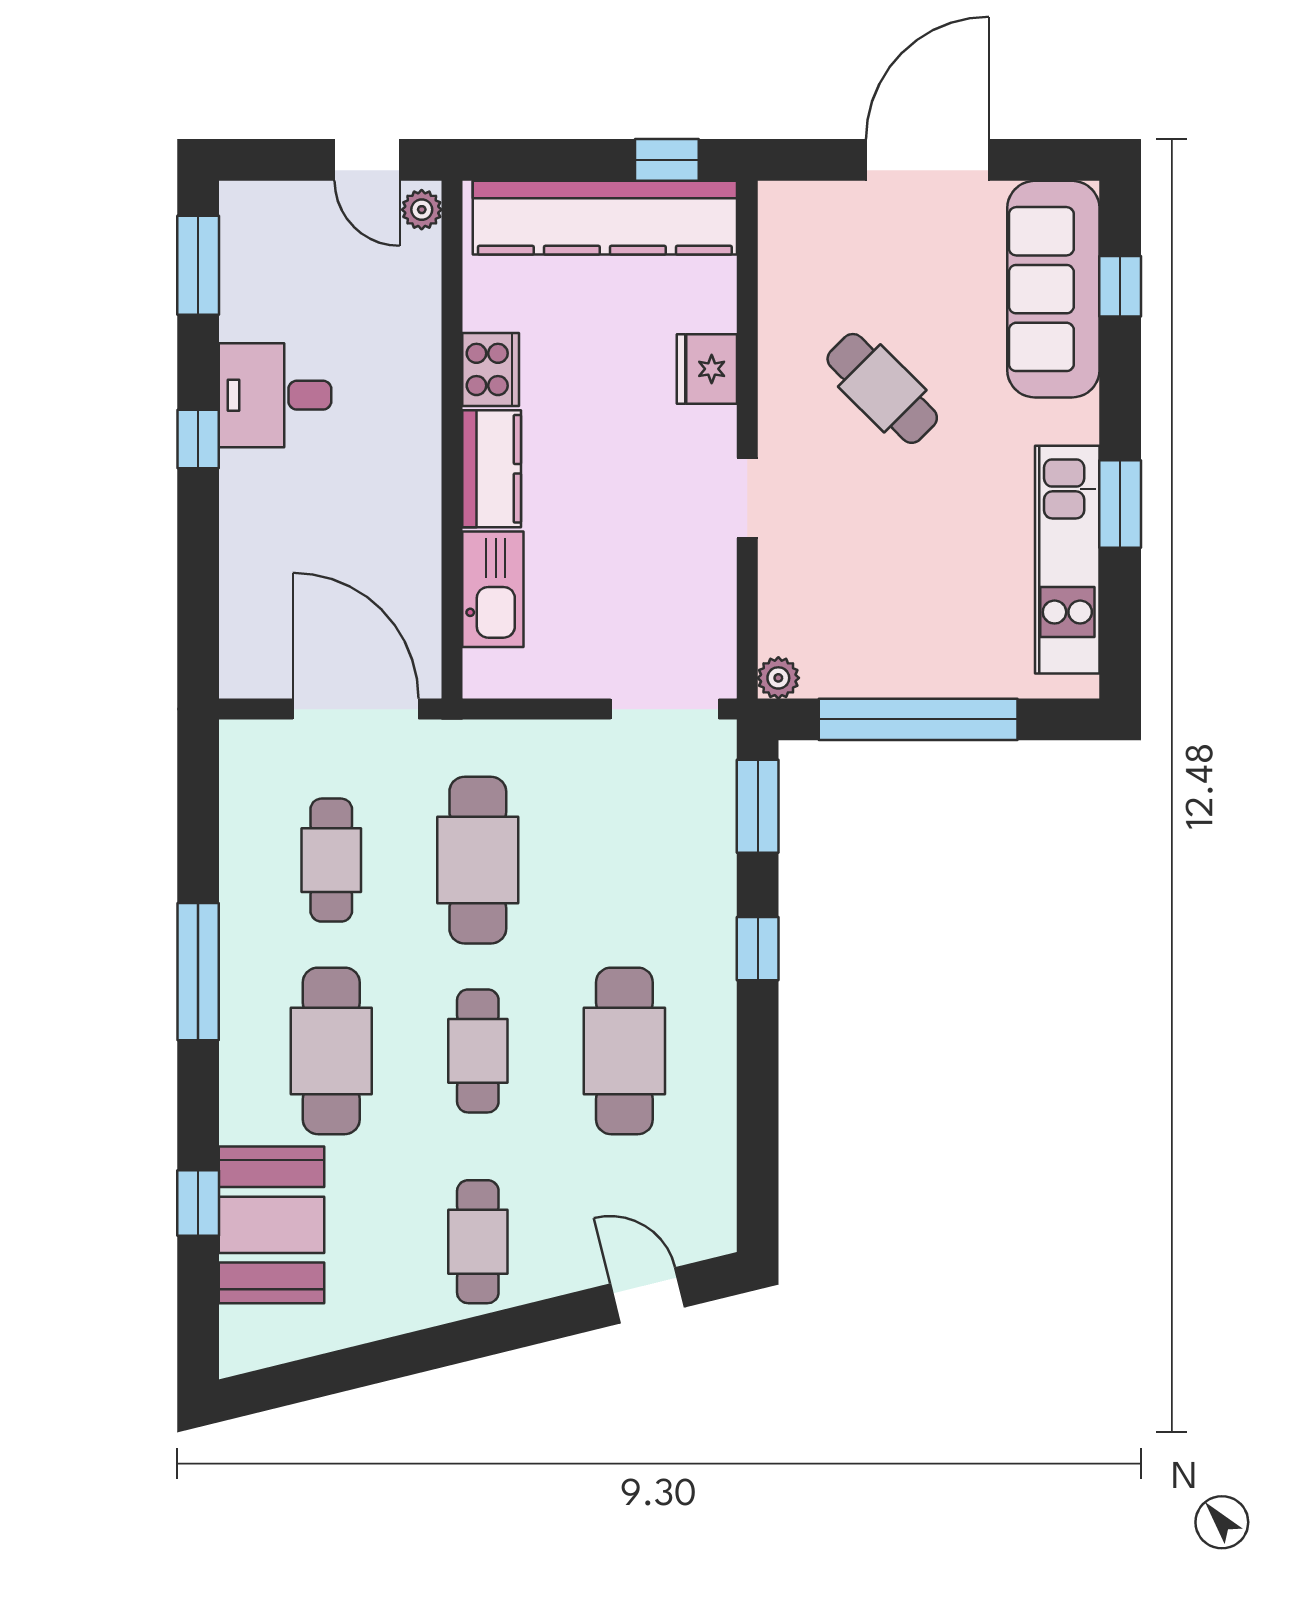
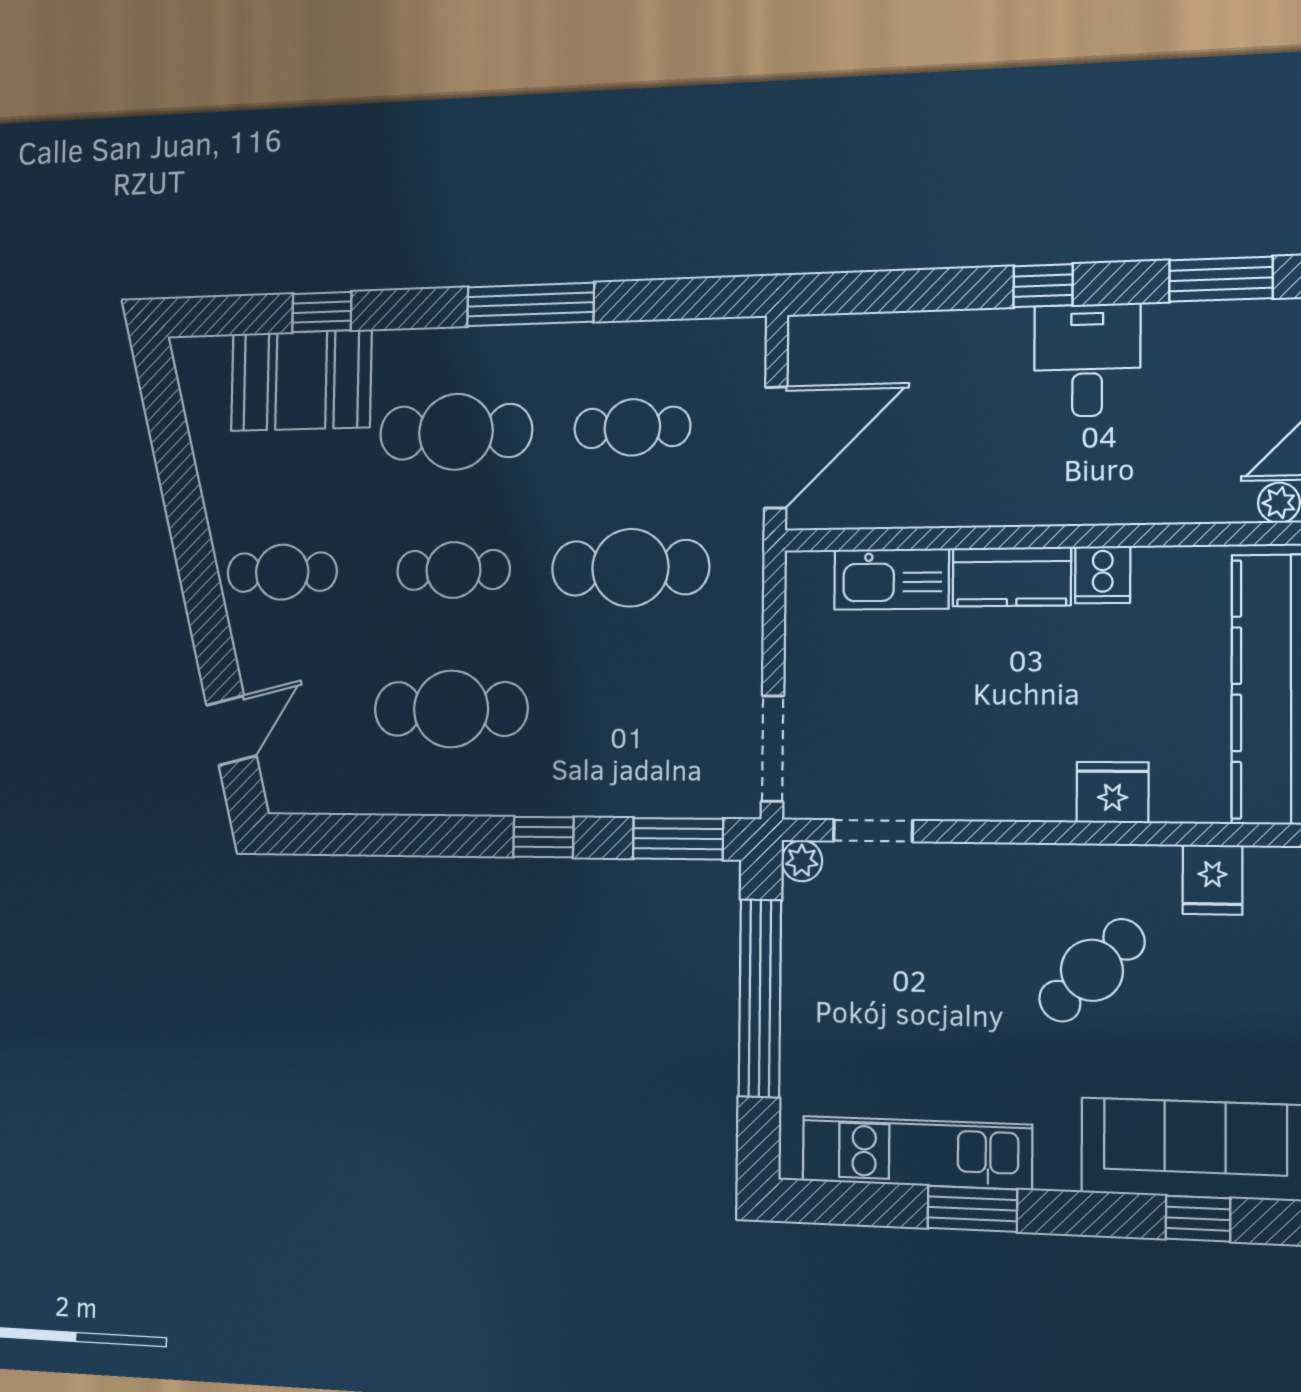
fridge: (791, 273) -> (1212, 880), added
cooker: (491, 369) -> (1103, 575), width x0.73
doorway: (747, 498) -> (873, 831), moved

